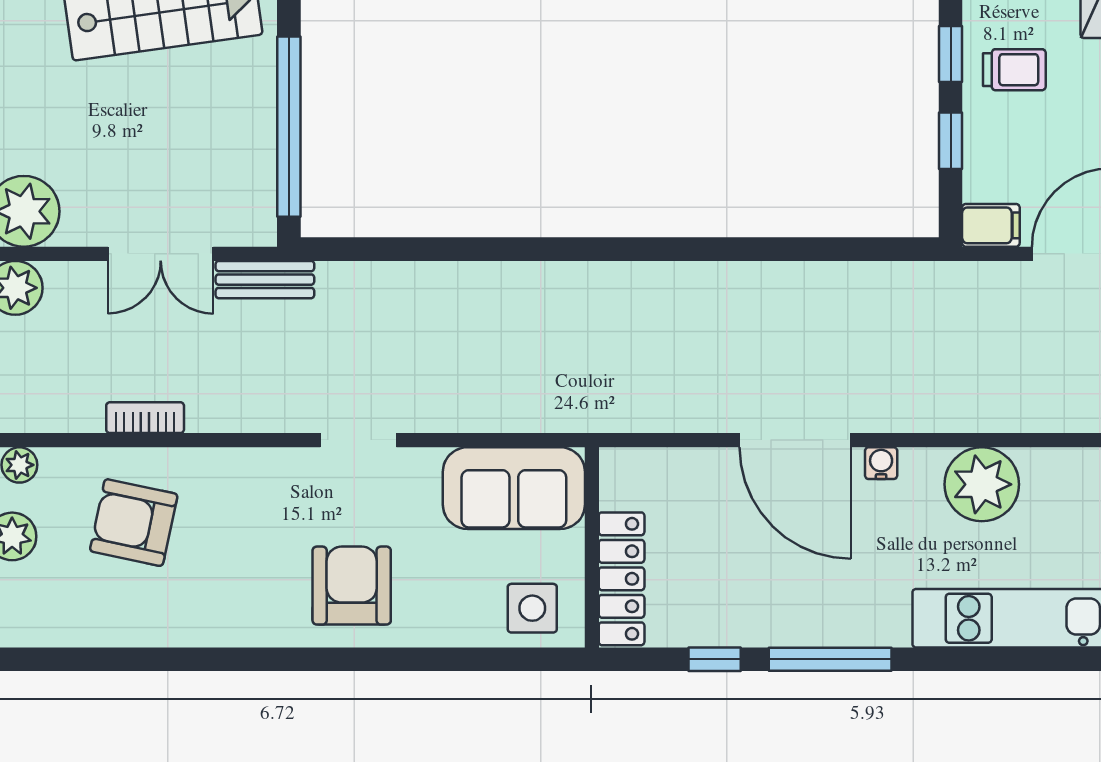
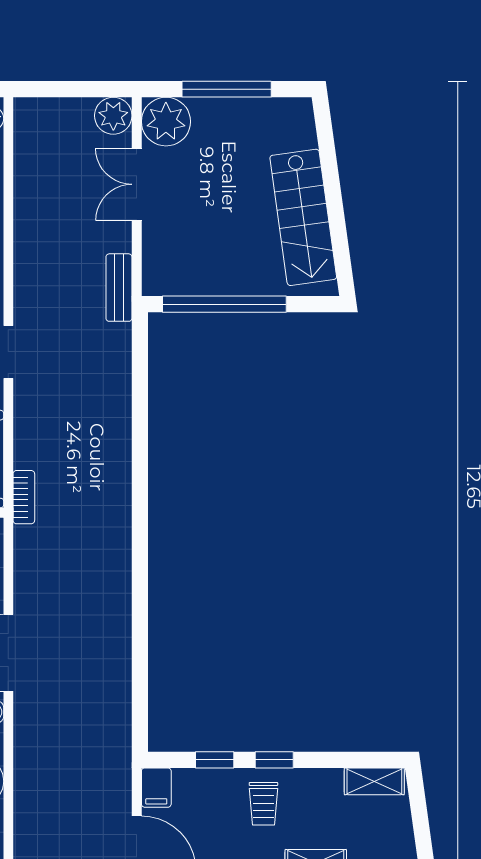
double door: (161, 254) -> (137, 184), moved
bookcase: (145, 418) -> (24, 497), moved

